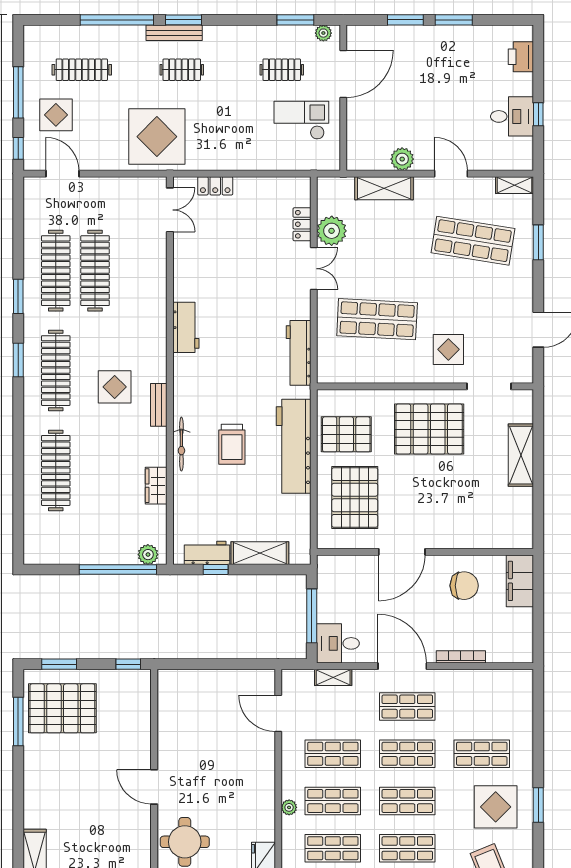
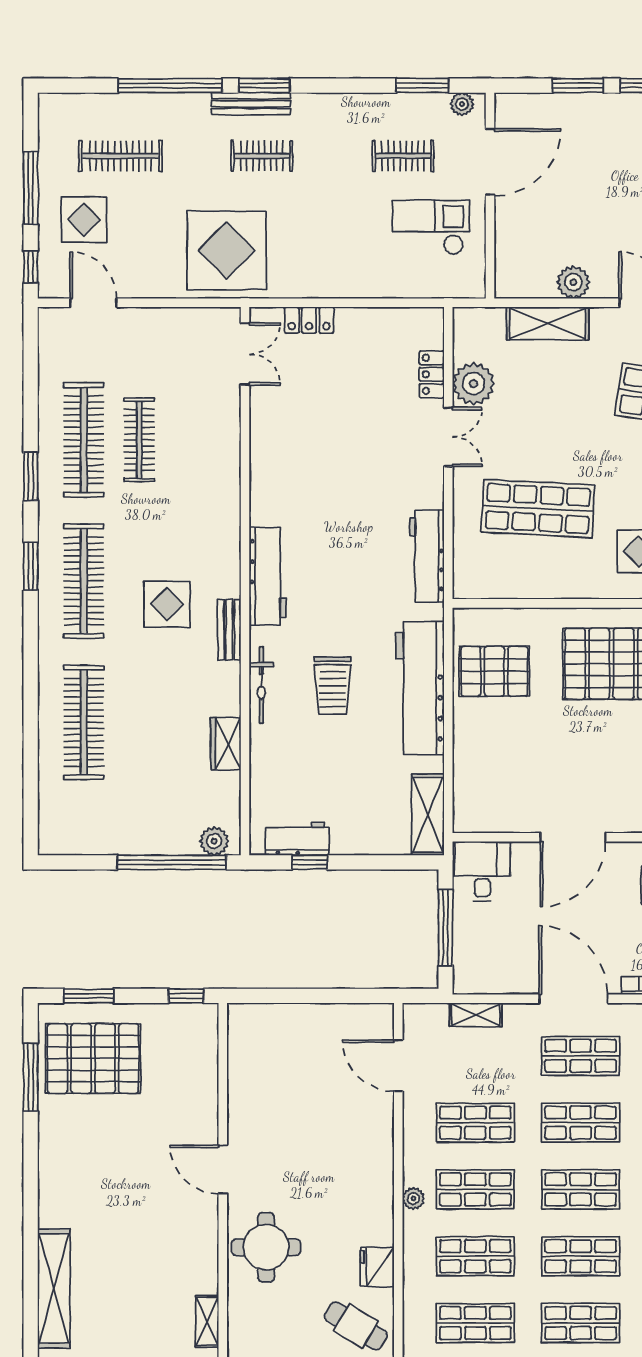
clothes rail: (95, 271) -> (139, 440), width x0.73, depth x0.76
workbench: (186, 327) -> (268, 576), moved, width x1.38
pallet: (355, 498) -> (506, 761), removed
shelving: (260, 553) -> (428, 815), moved, turned 90
desk: (338, 643) -> (482, 871), moved, turned 90

